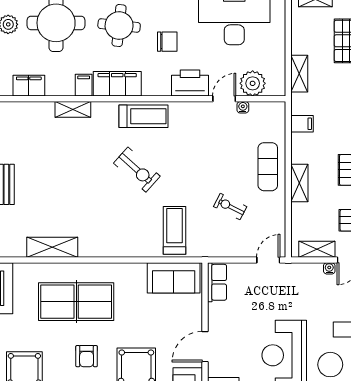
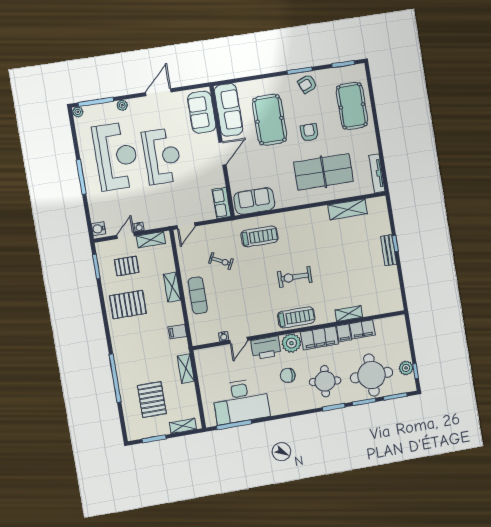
plant: (253, 83) -> (291, 343), moved
filing cabinet: (29, 86) -> (362, 329), moved
treadmill: (143, 116) -> (296, 317), turned 180
exercise bike: (137, 170) -> (295, 277), turned -42
treadmill: (174, 230) -> (259, 236), turned -90

